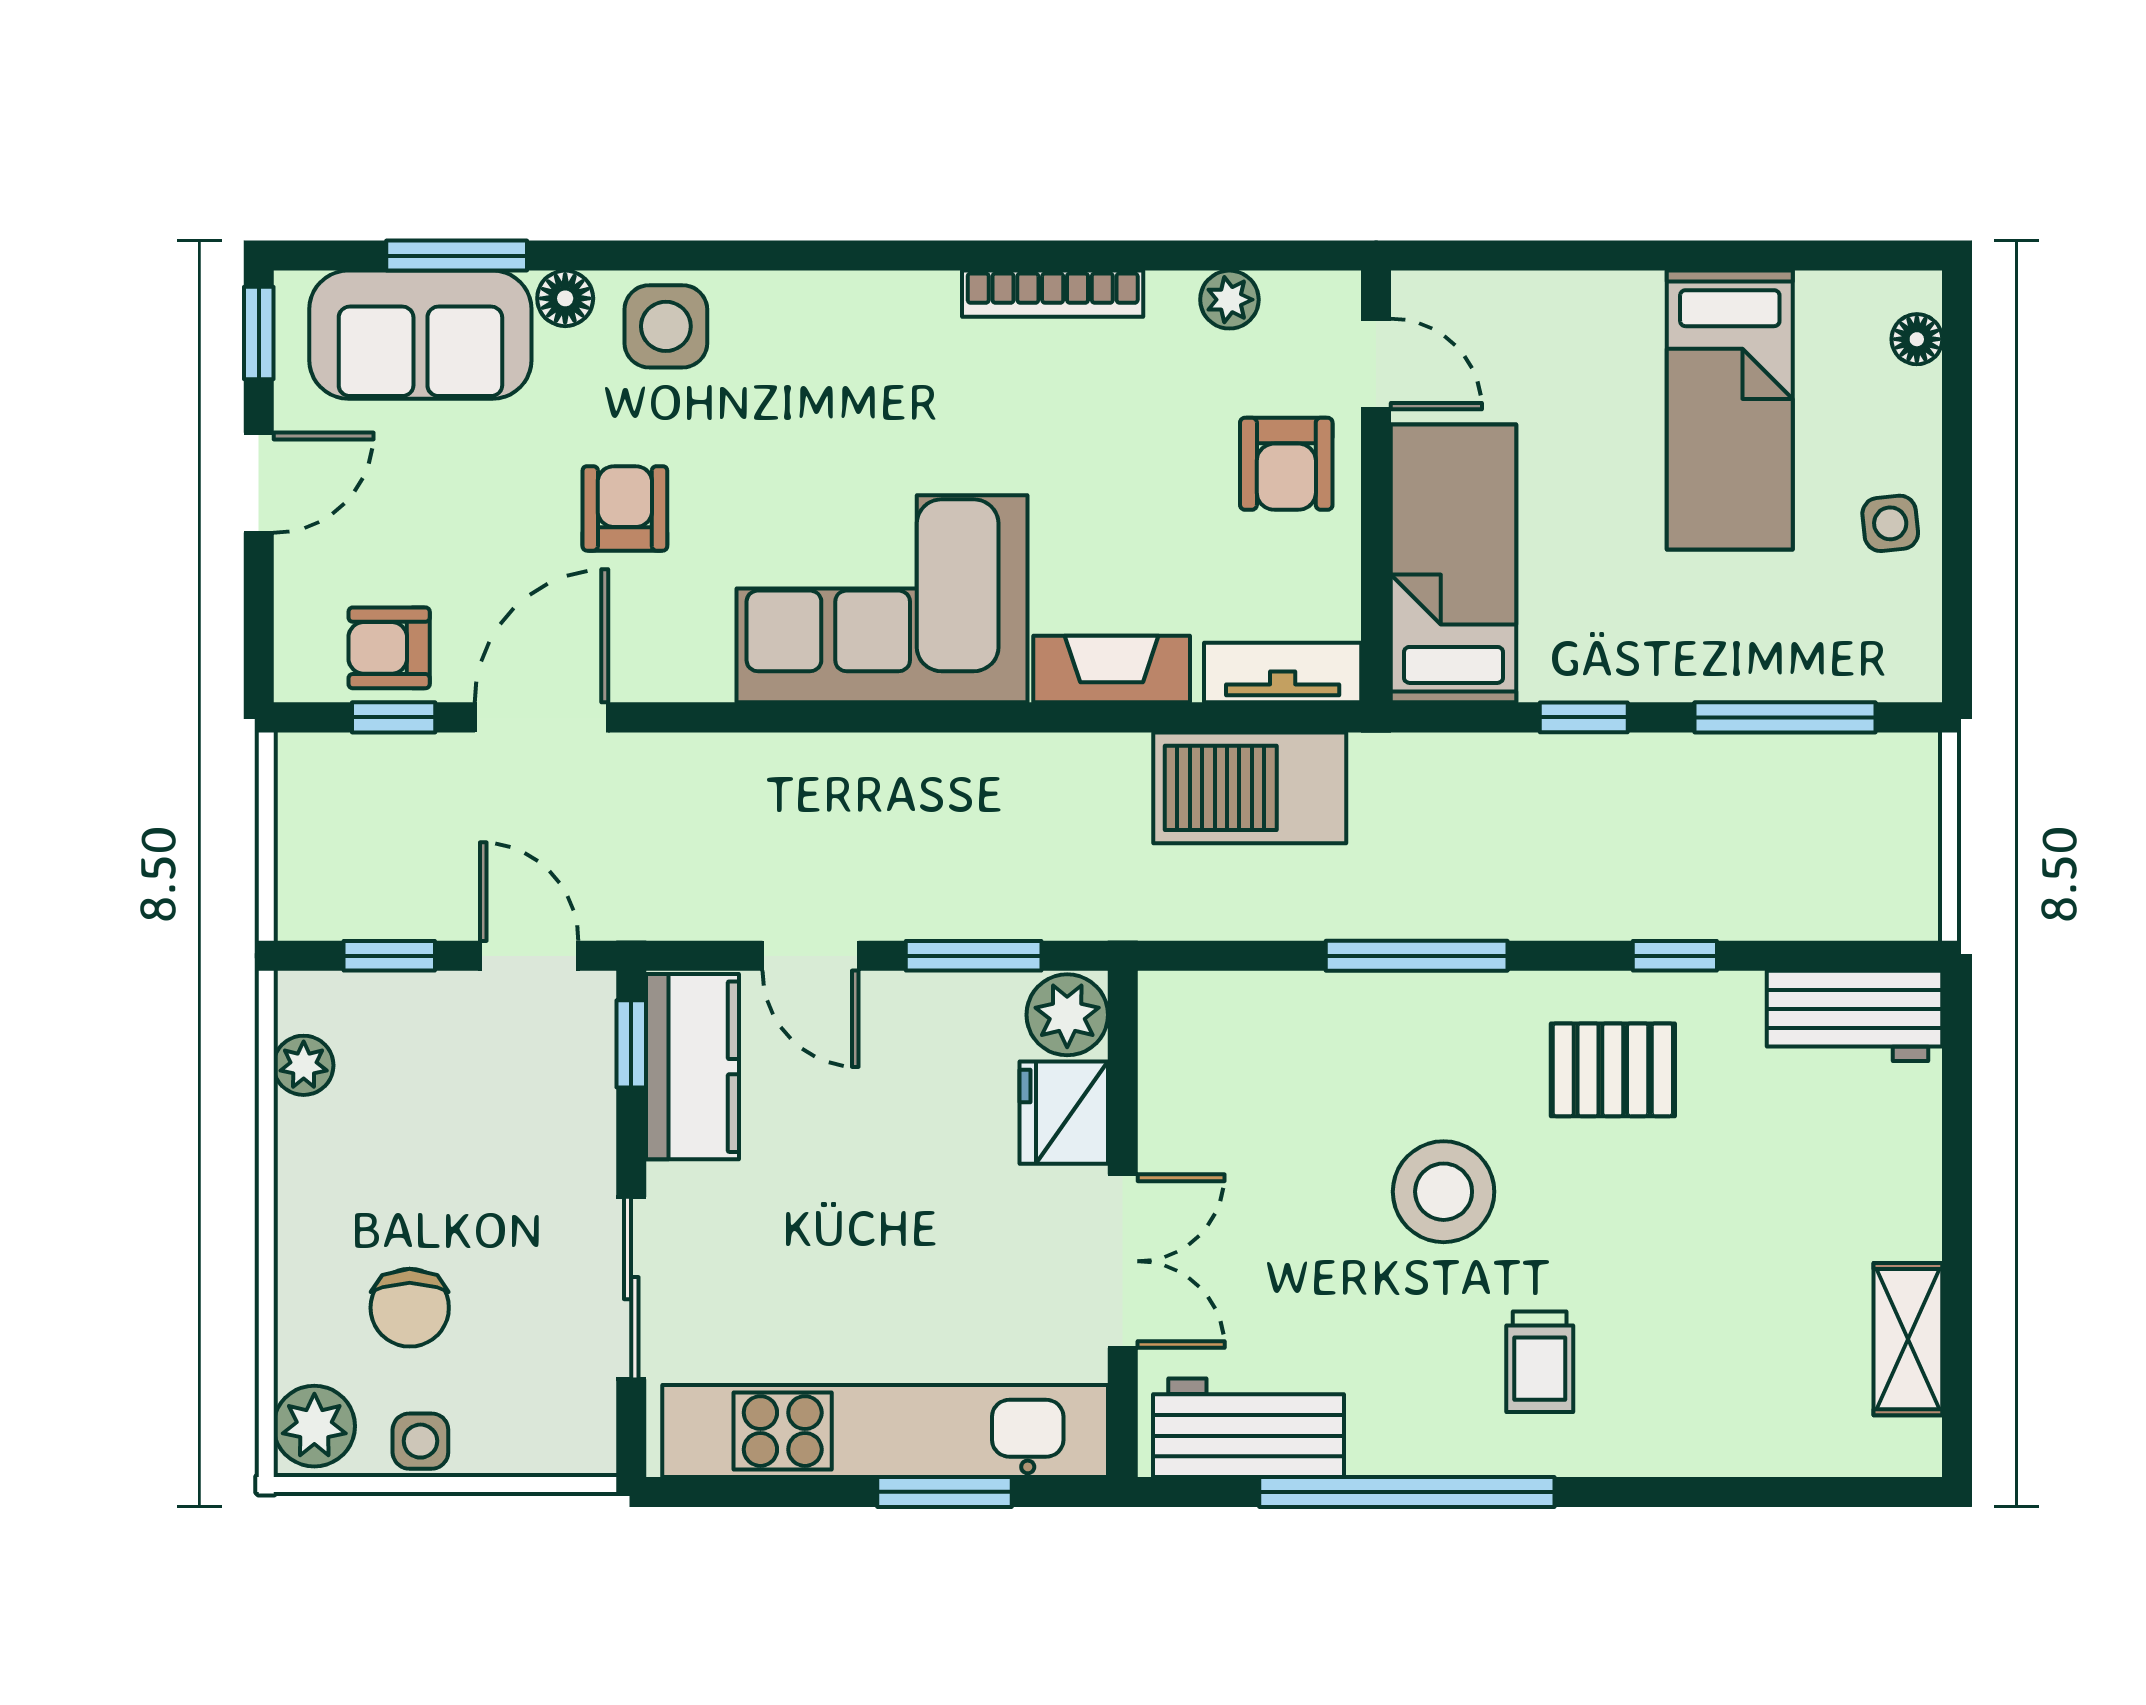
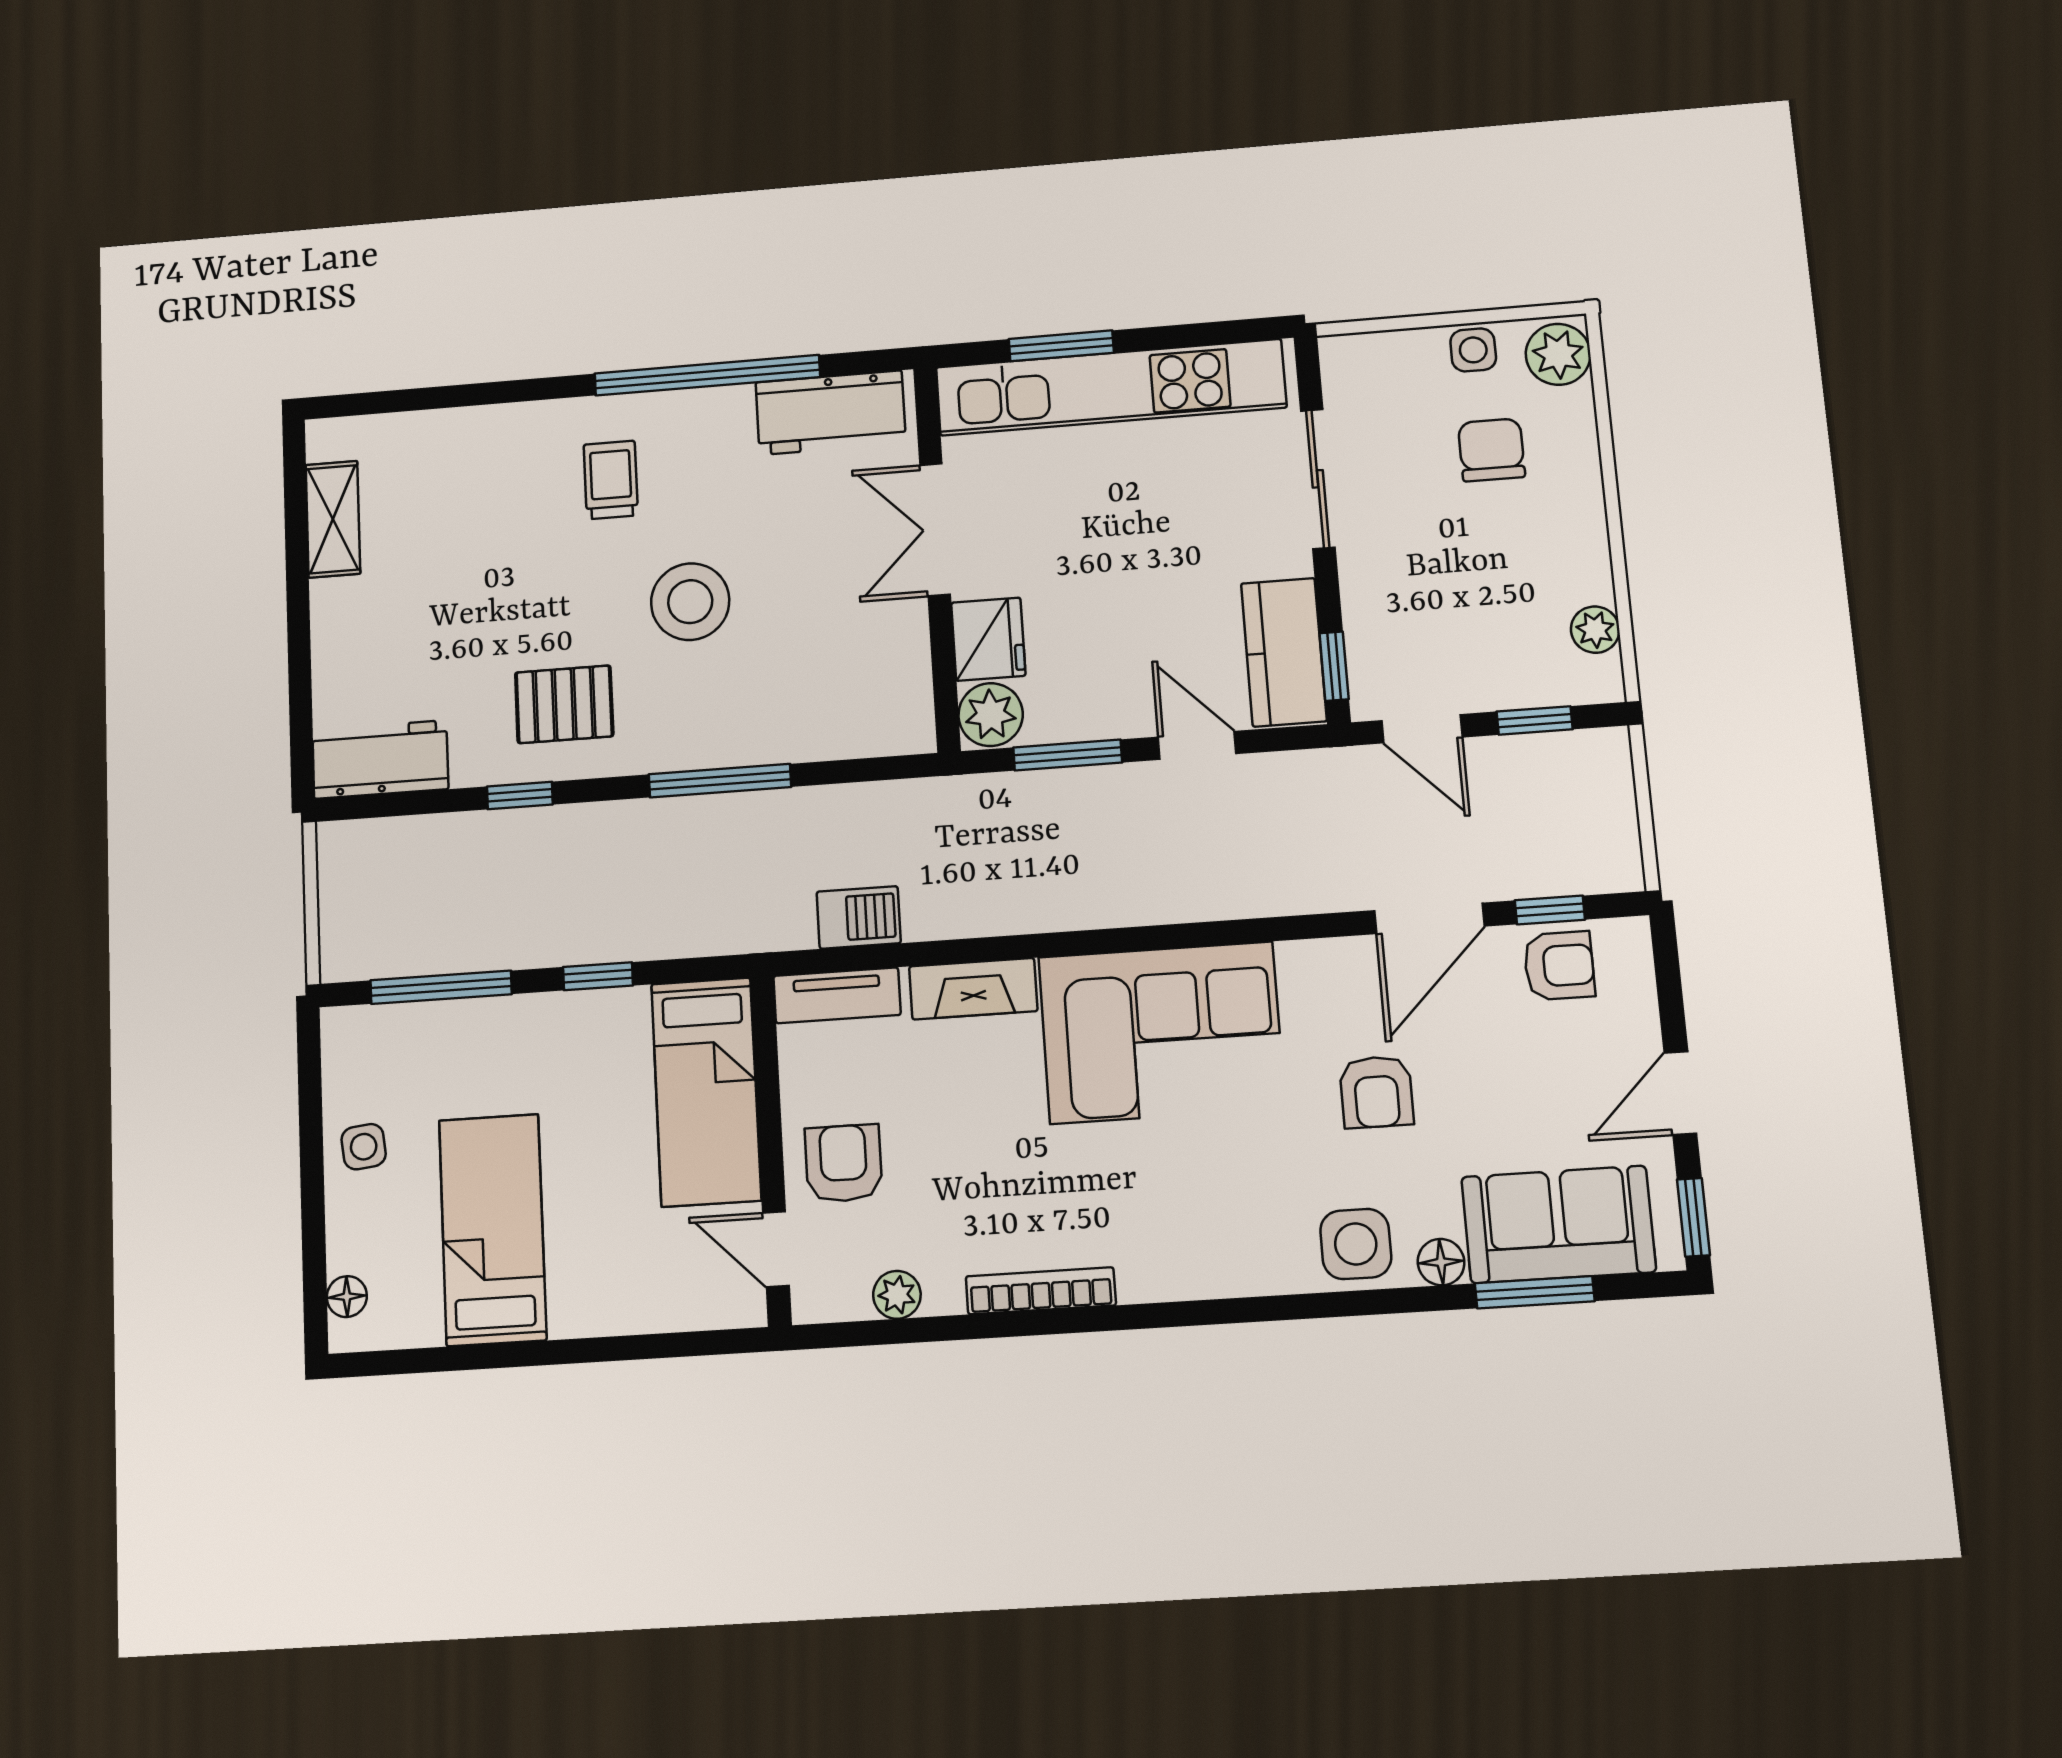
barbecue: (1250, 788) -> (859, 917), width x0.53, depth x0.65

